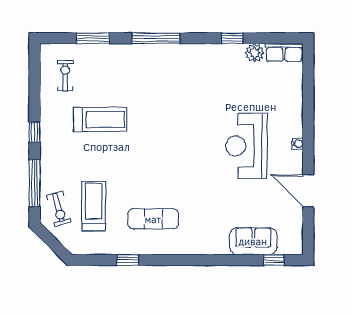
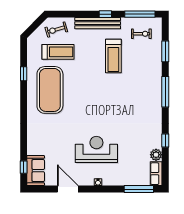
window: (308, 80) -> (139, 189), added
bench: (49, 144) -> (98, 23), added
window: (35, 183) -> (140, 14), moved
door: (308, 191) -> (68, 189), hinge flipped
exercise mat: (153, 219) -> (50, 90), width x2.00, depth x1.45
sofa: (253, 241) -> (36, 171), moved

